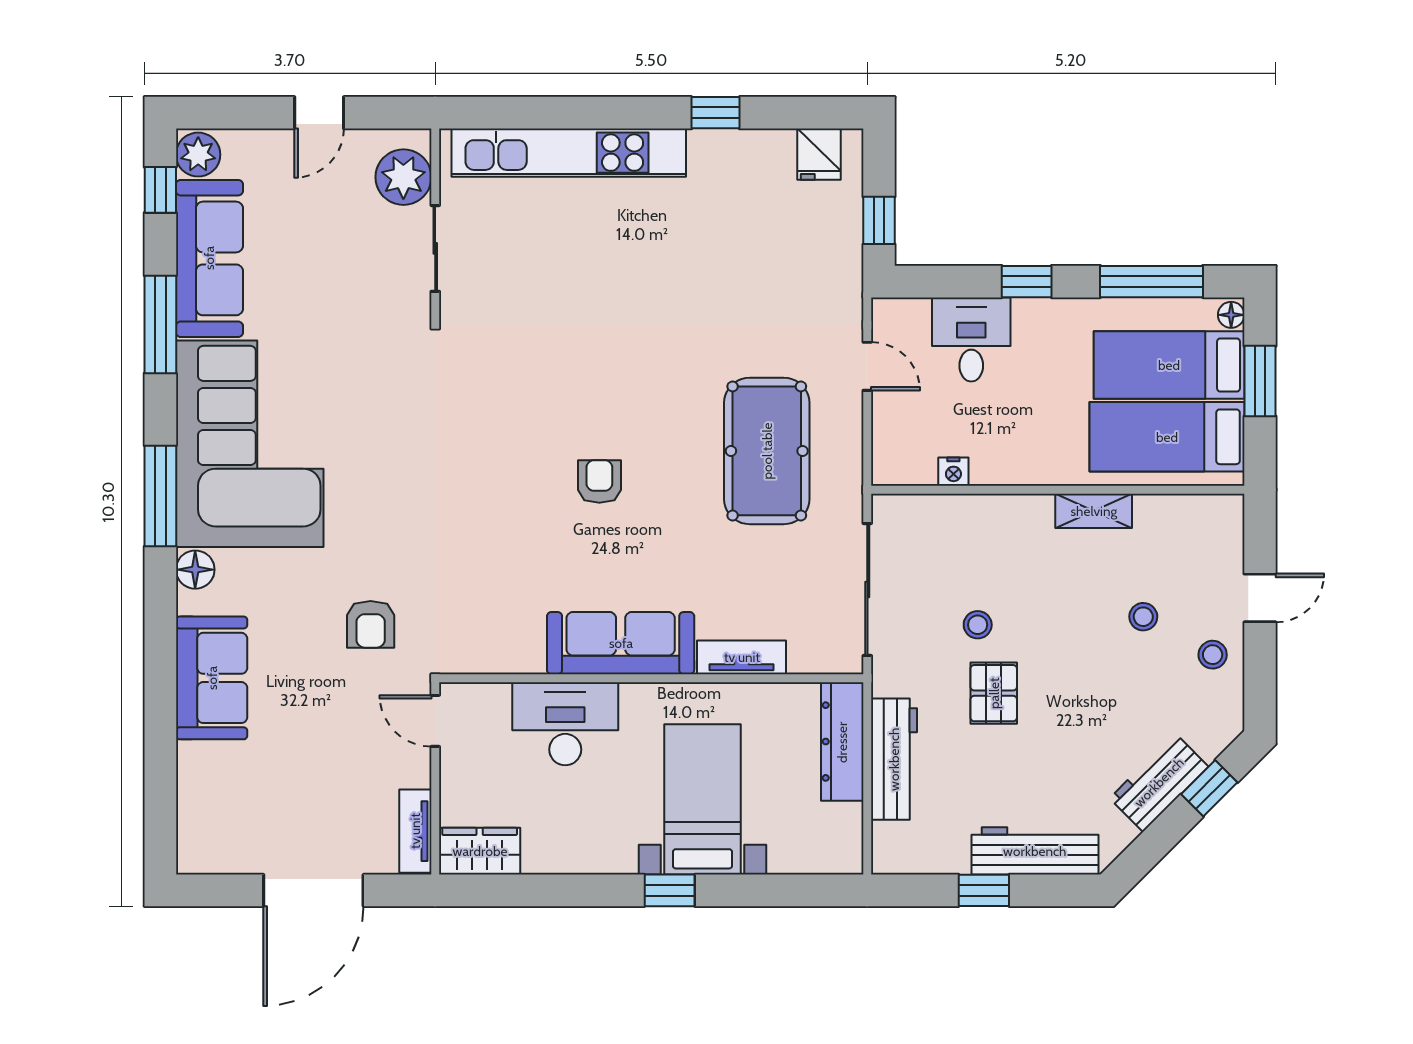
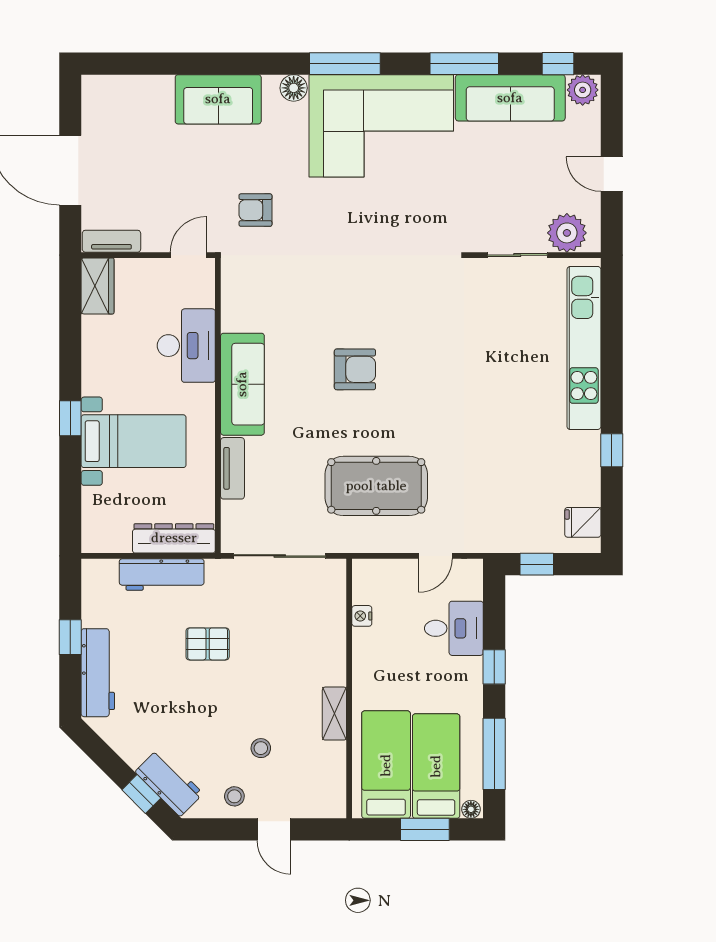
armchair: (599, 481) -> (355, 369), width x1.38, depth x1.38
stool: (978, 625) -> (255, 633), removed
workbench: (1159, 782) -> (169, 783), moved

